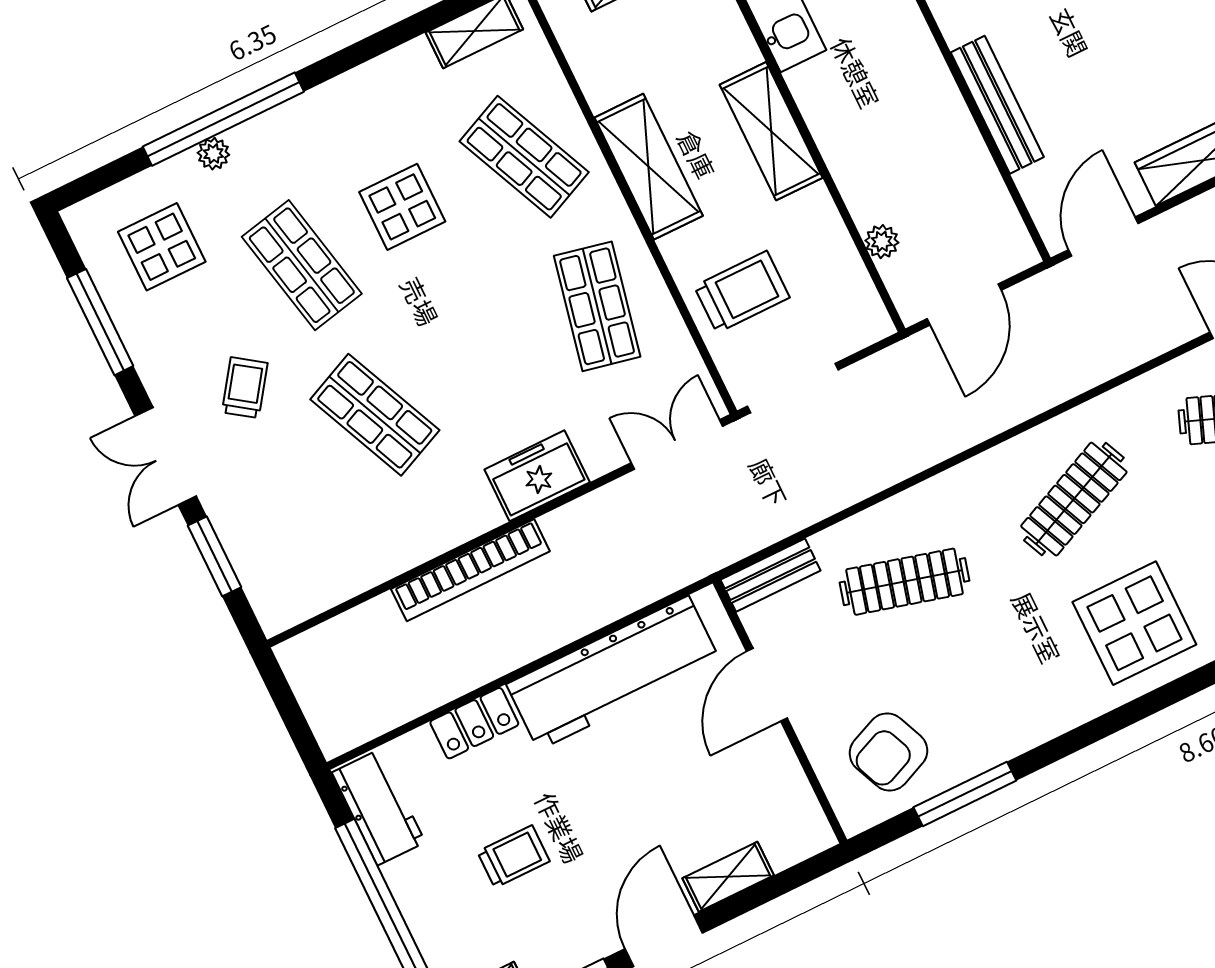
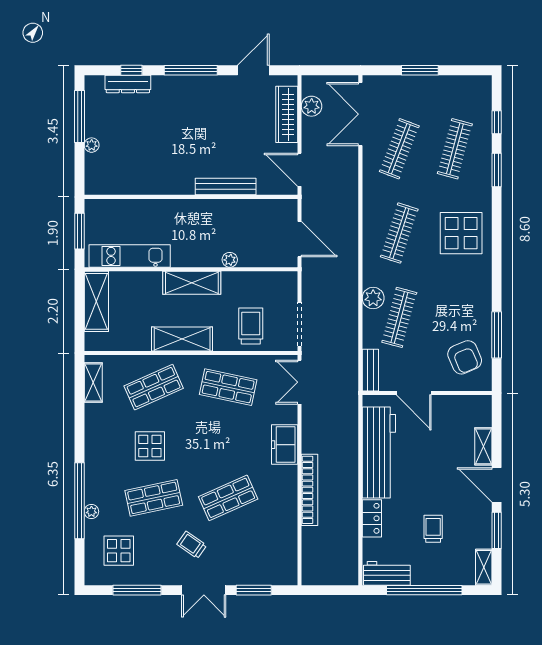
plant: (882, 242) -> (230, 260), moved
clothes rail: (1074, 499) -> (399, 233), turned 42
plant: (918, 510) -> (373, 298), added

